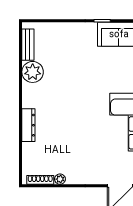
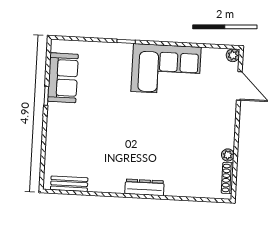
plant: (33, 72) -> (101, 180), removed
dresser: (28, 125) -> (145, 187), moved

